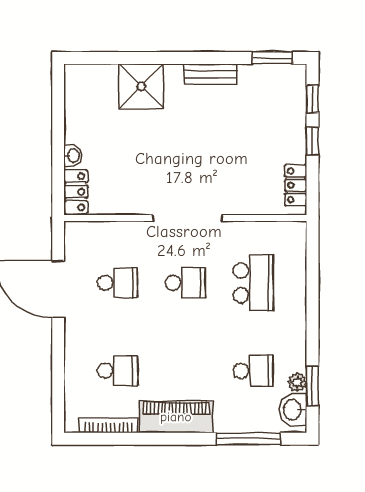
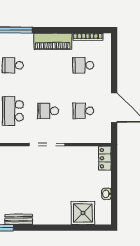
bench: (210, 74) -> (19, 219), moved
shower: (141, 86) -> (83, 213), moved
washbasin: (73, 156) -> (106, 194), moved

